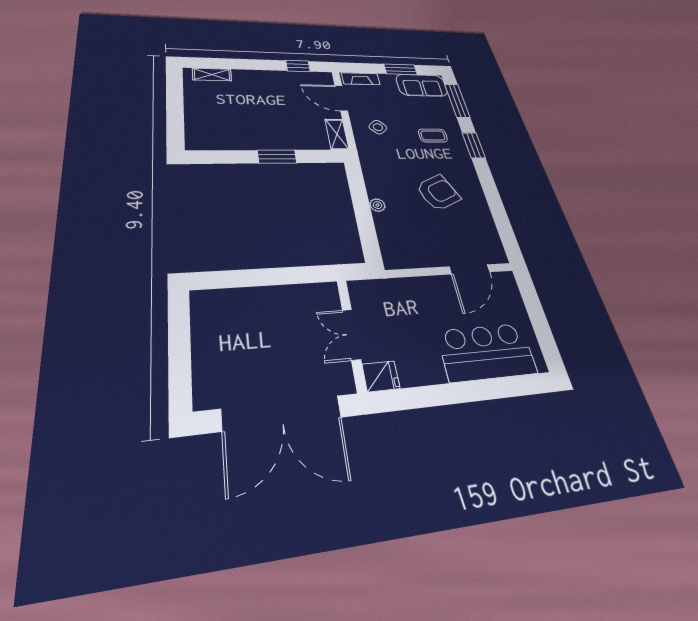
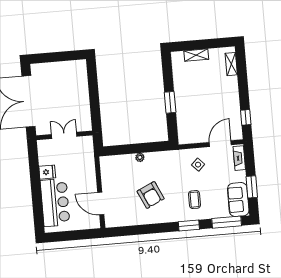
shelving: (337, 134) -> (196, 55), moved
fridge: (381, 376) -> (47, 172), moved, turned -90

